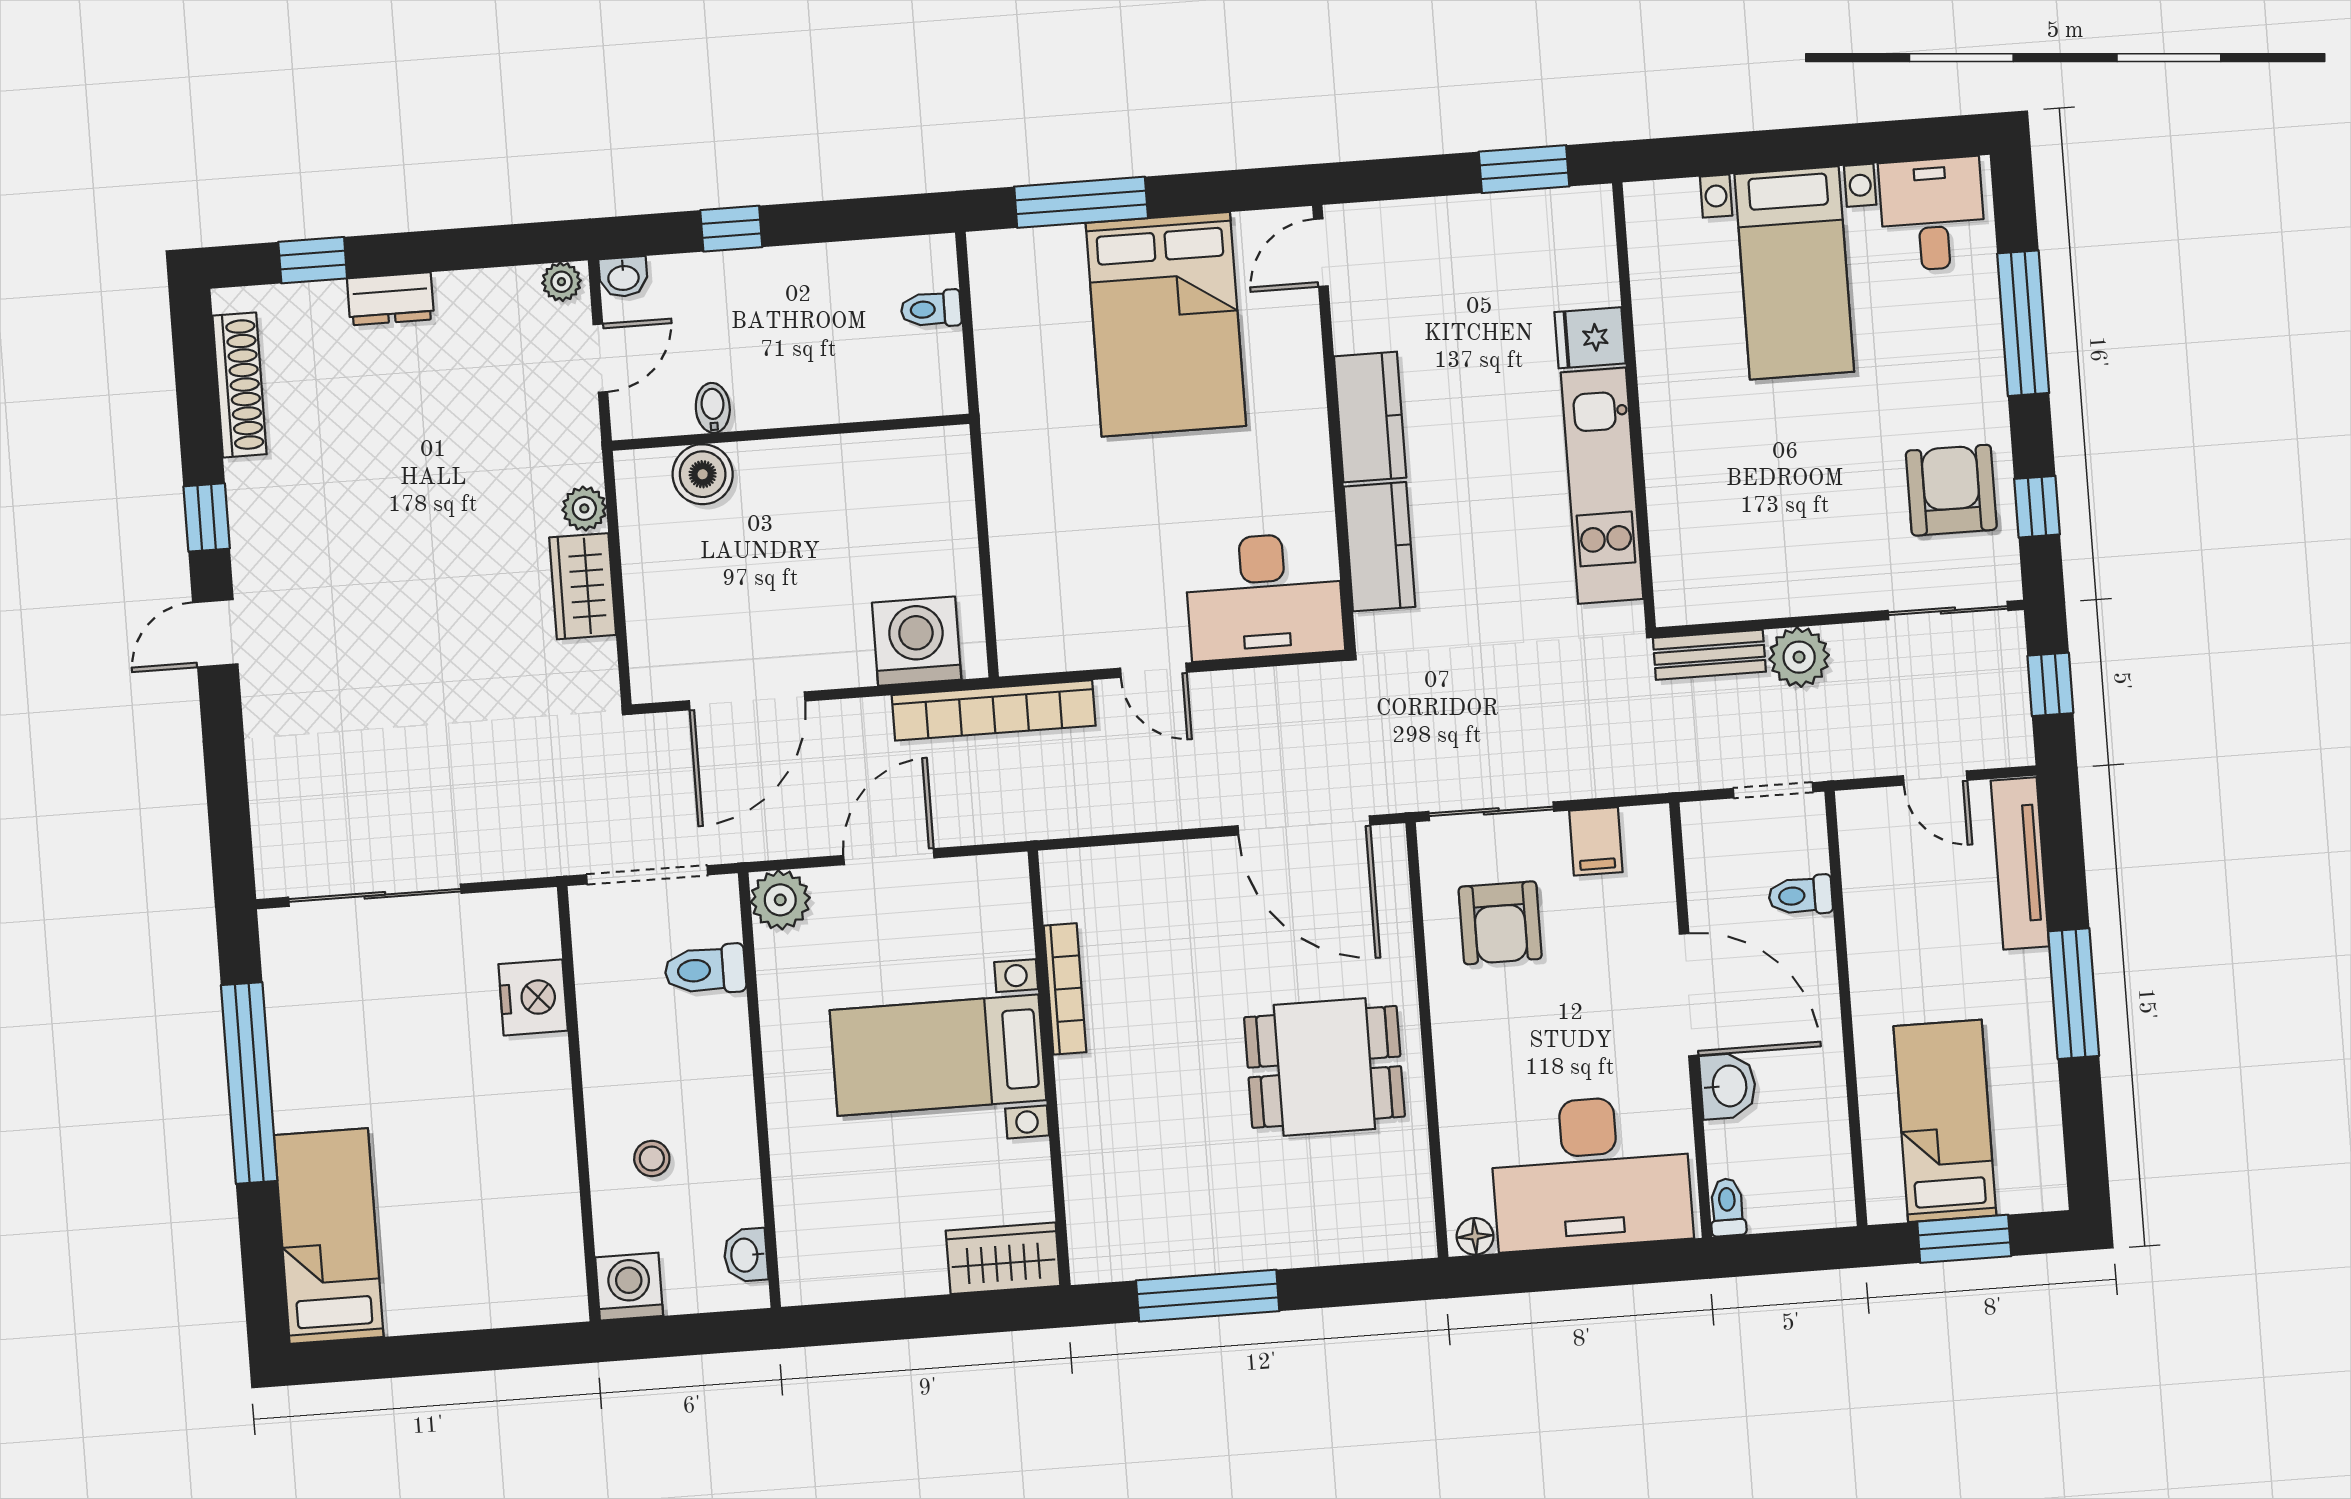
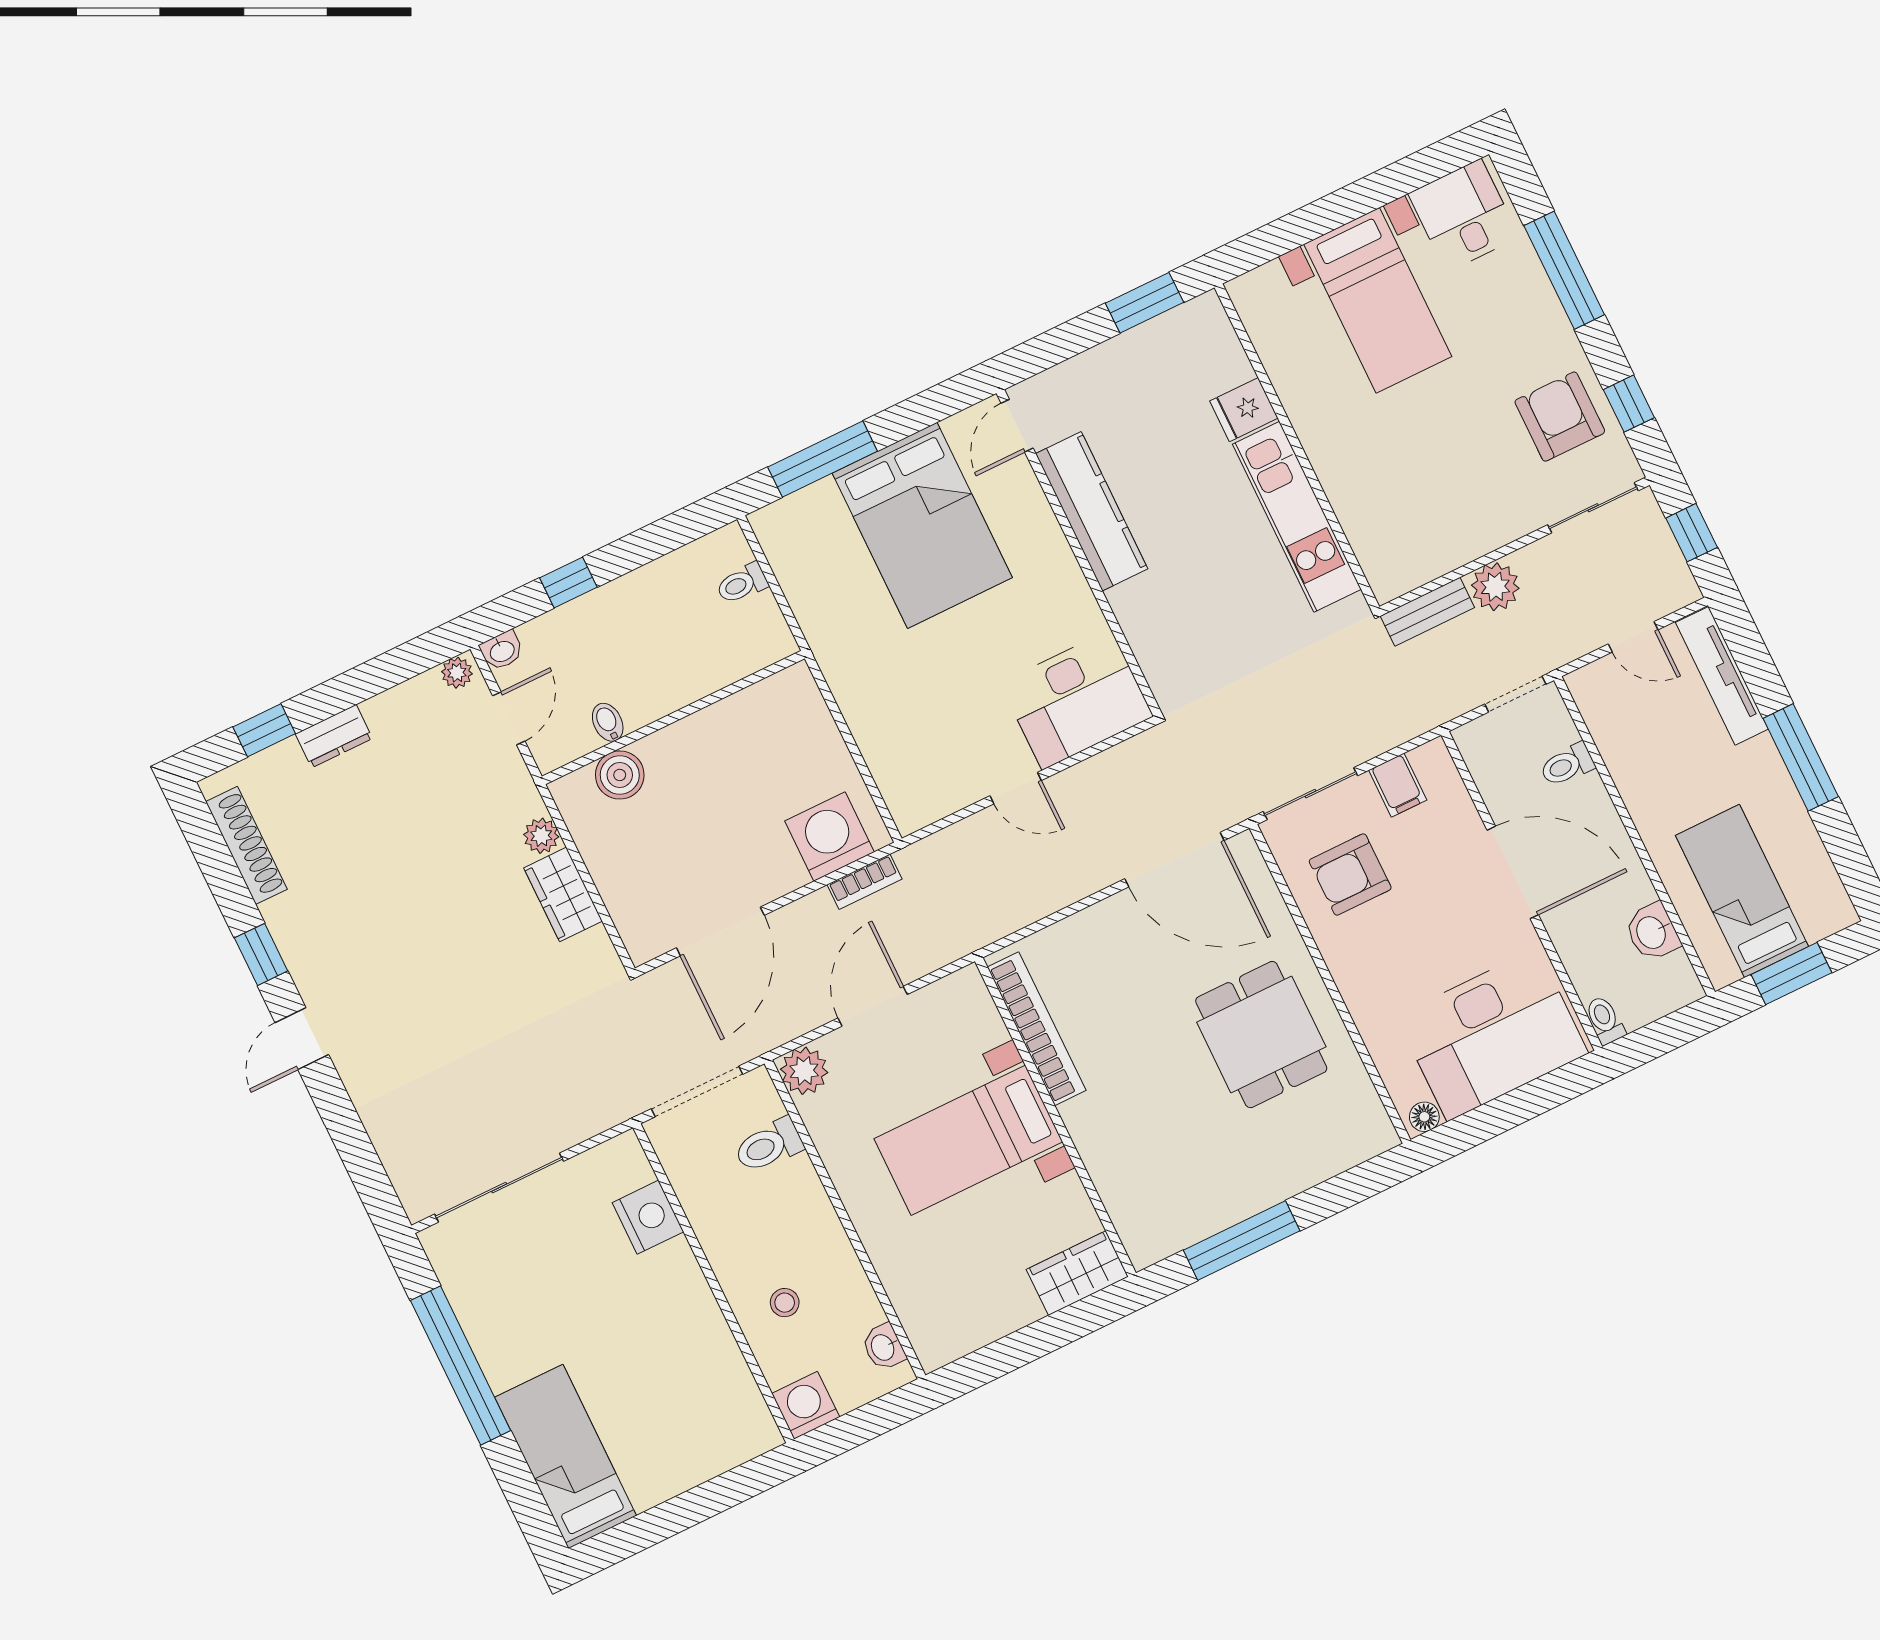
kitchen counter: (1370, 417) -> (1092, 511), width x1.50
kitchen counter: (1379, 547) -> (1148, 629), removed
bookcase: (994, 710) -> (864, 882), width x0.43, depth x0.76
armchair: (1500, 923) -> (1350, 875), turned 90
bookcase: (1065, 989) -> (1037, 1029), width x1.48, depth x1.31
dining table: (1324, 1067) -> (1261, 1035), turned 90
washbasin: (1728, 1086) -> (1652, 932), moved, turned 180

